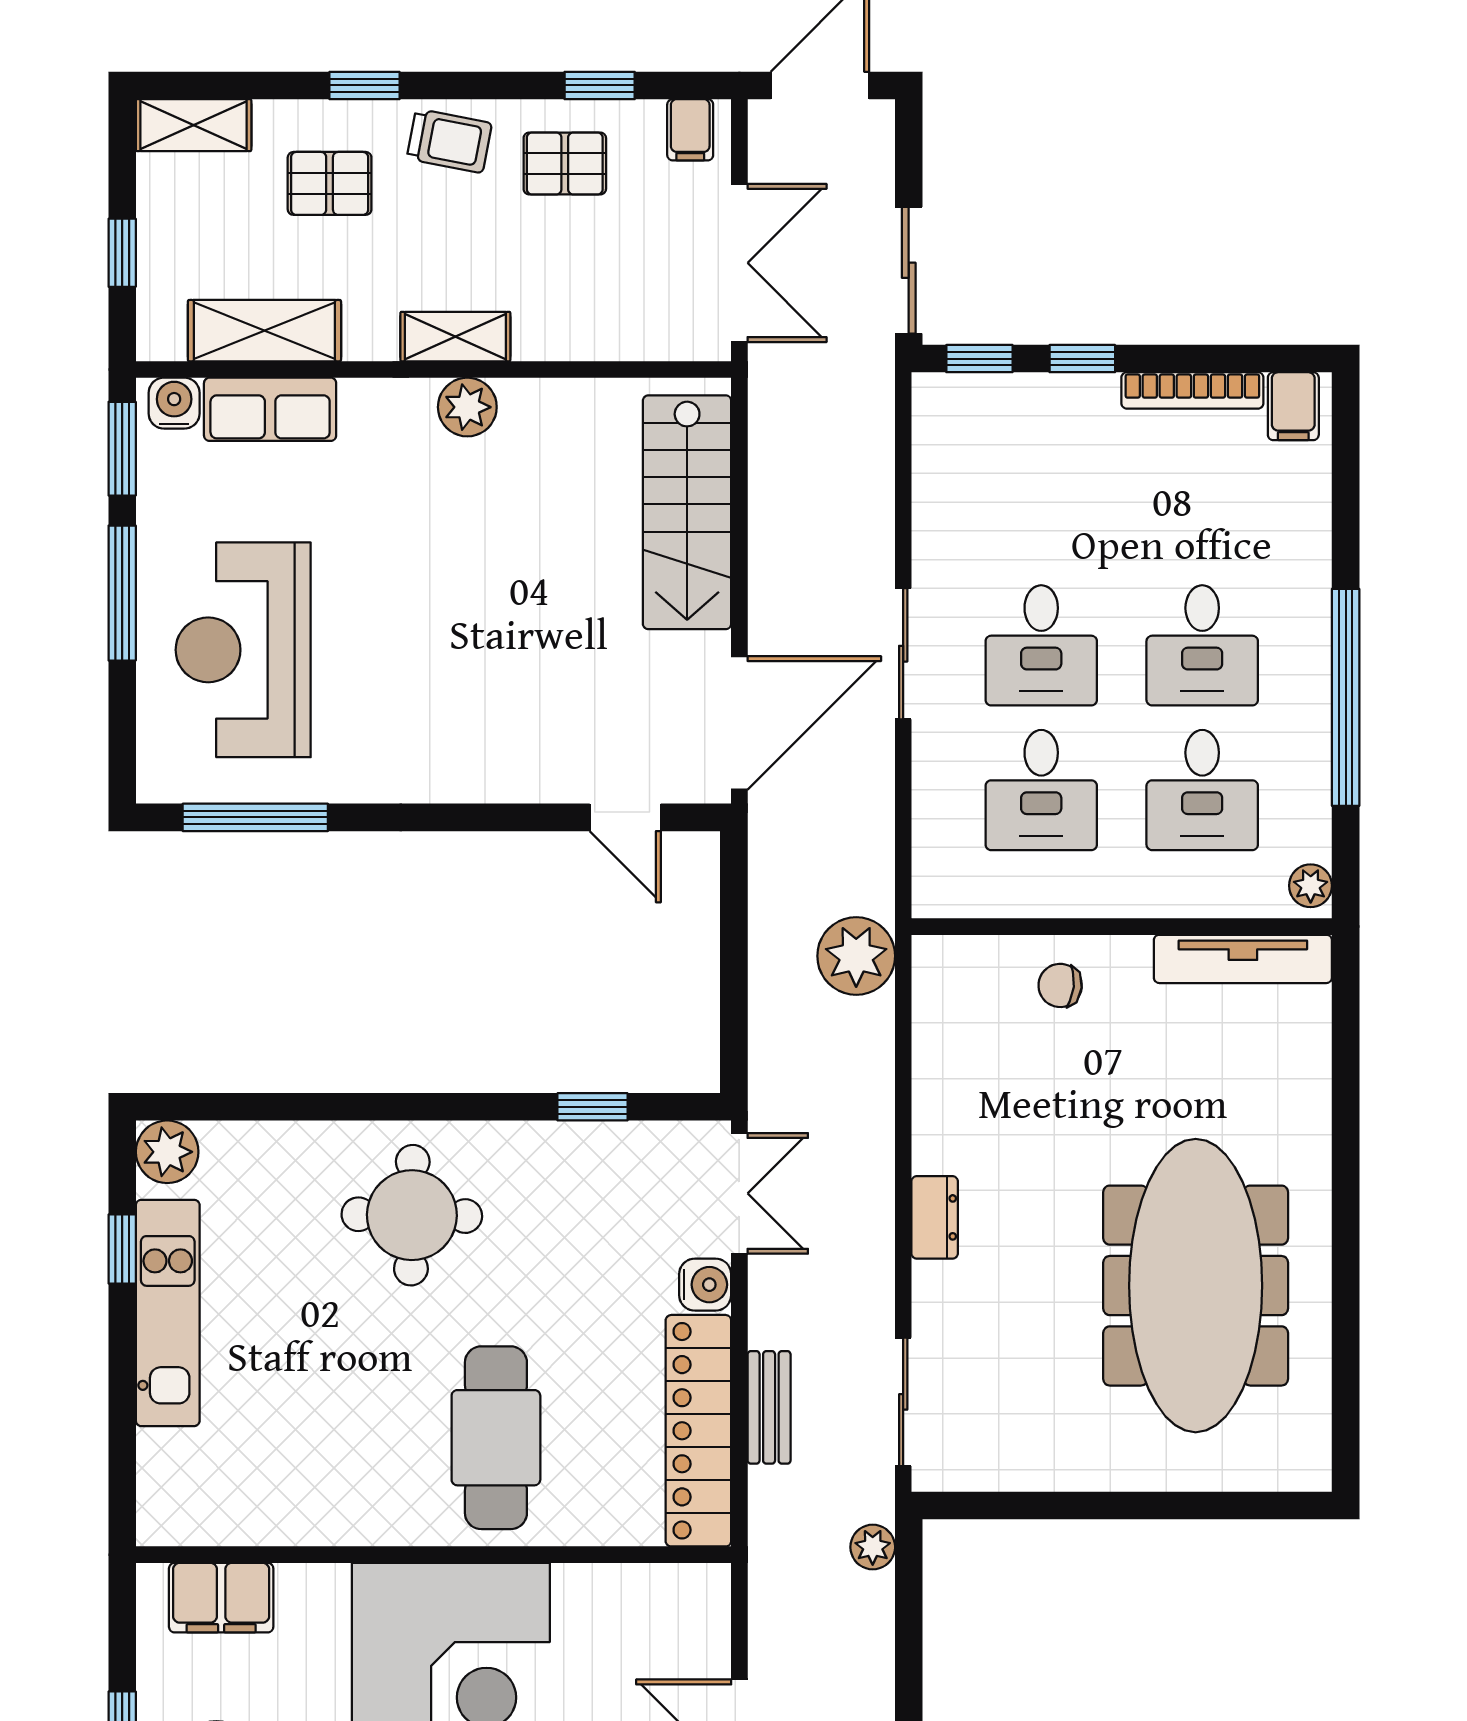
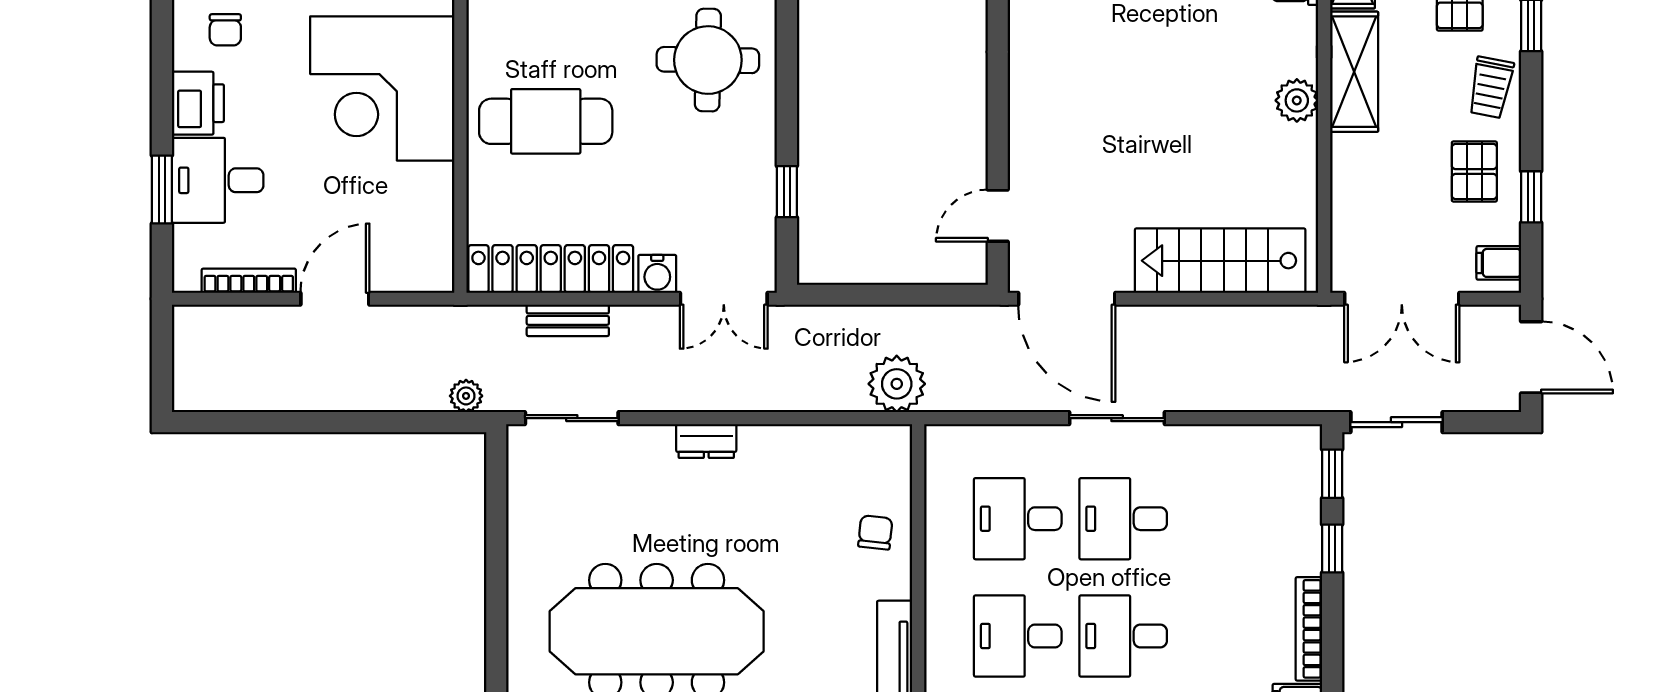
shelving: (455, 337) -> (1354, 72), width x1.50, depth x1.33

